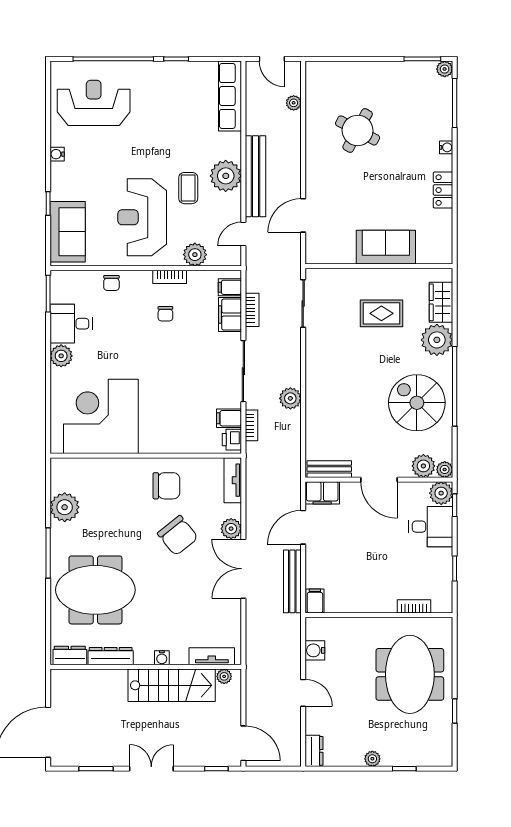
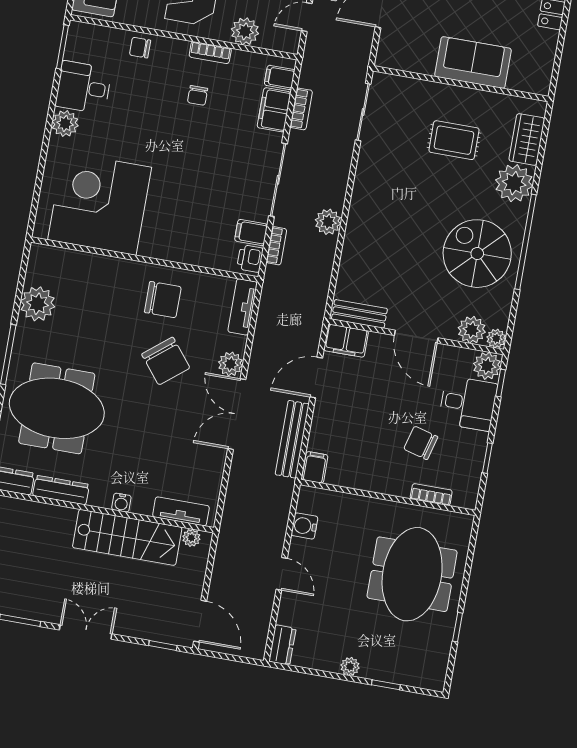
chair: (111, 283) -> (140, 48), turned 90
chair: (398, 566) -> (421, 443), added

